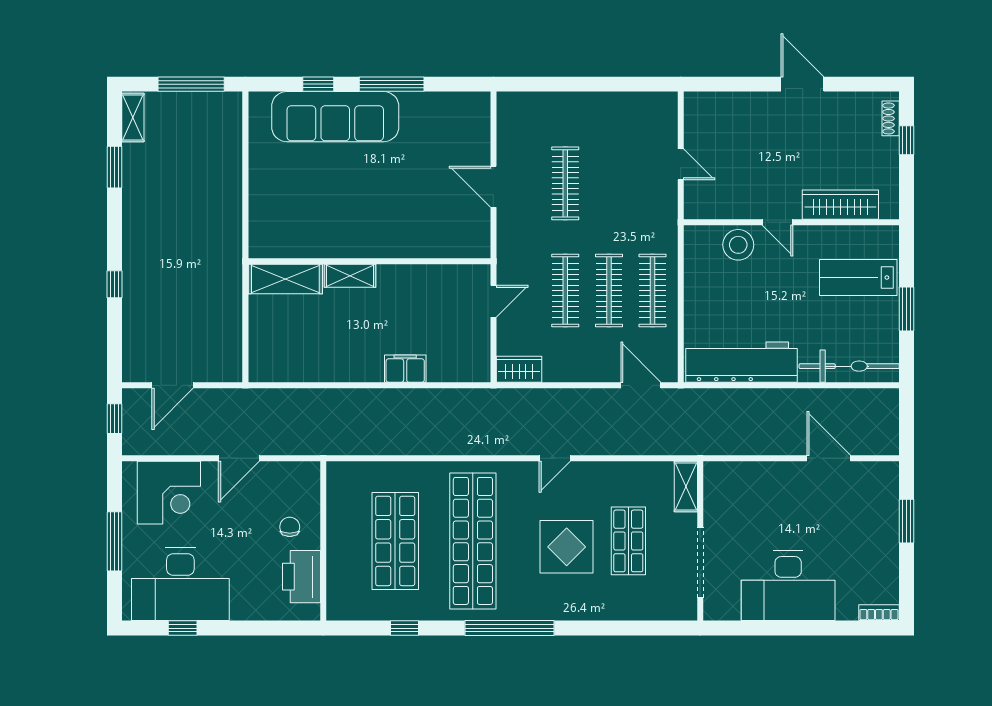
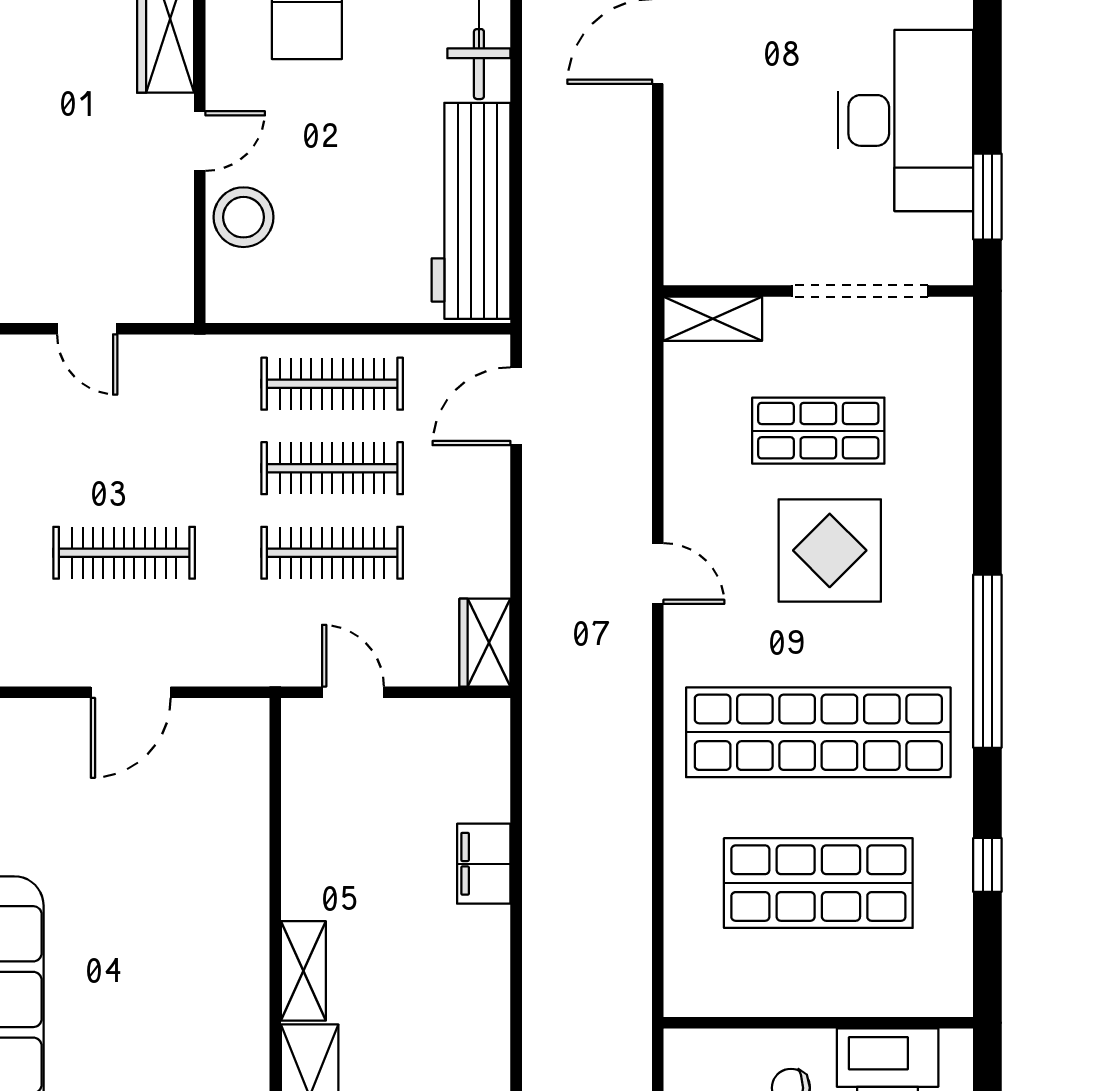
door: (681, 164) -> (87, 329), swing flipped
window: (749, 628) -> (987, 197), added

